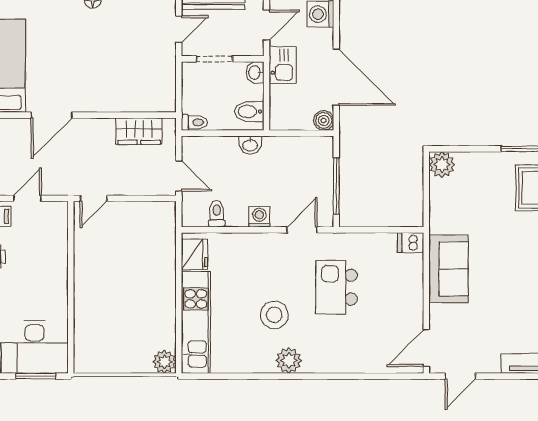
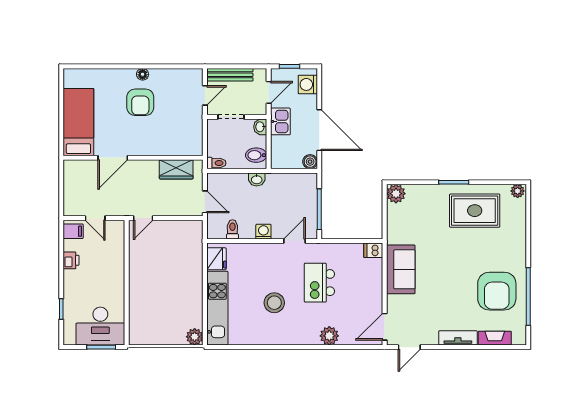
armchair: (90, 39) -> (140, 102), added
door: (27, 198) -> (95, 218), swing flipped
plant: (289, 360) -> (329, 336), moved

